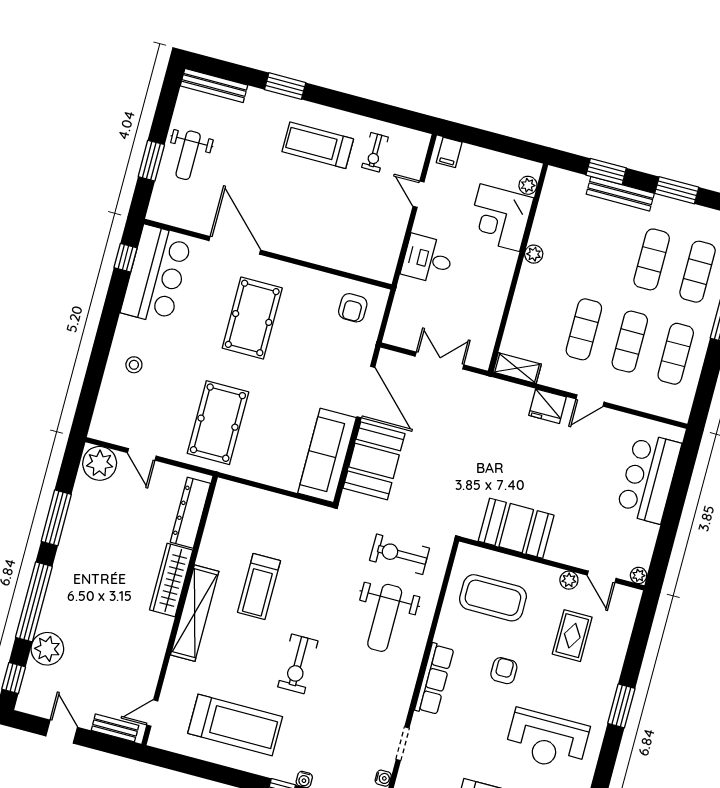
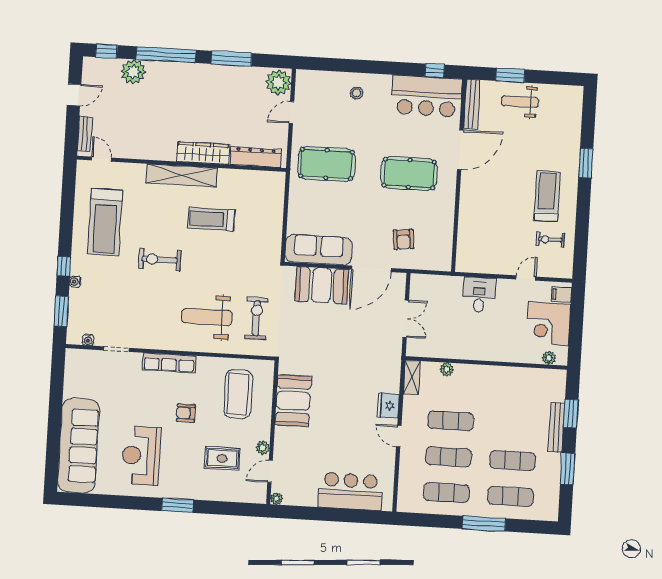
bench: (214, 86) -> (472, 104), moved
corner desk: (500, 218) -> (549, 324), moved, turned -90
plant: (534, 254) -> (447, 369), moved
armchair: (353, 308) -> (403, 239), moved, turned -96
armchair: (504, 671) -> (186, 413), turned 180

